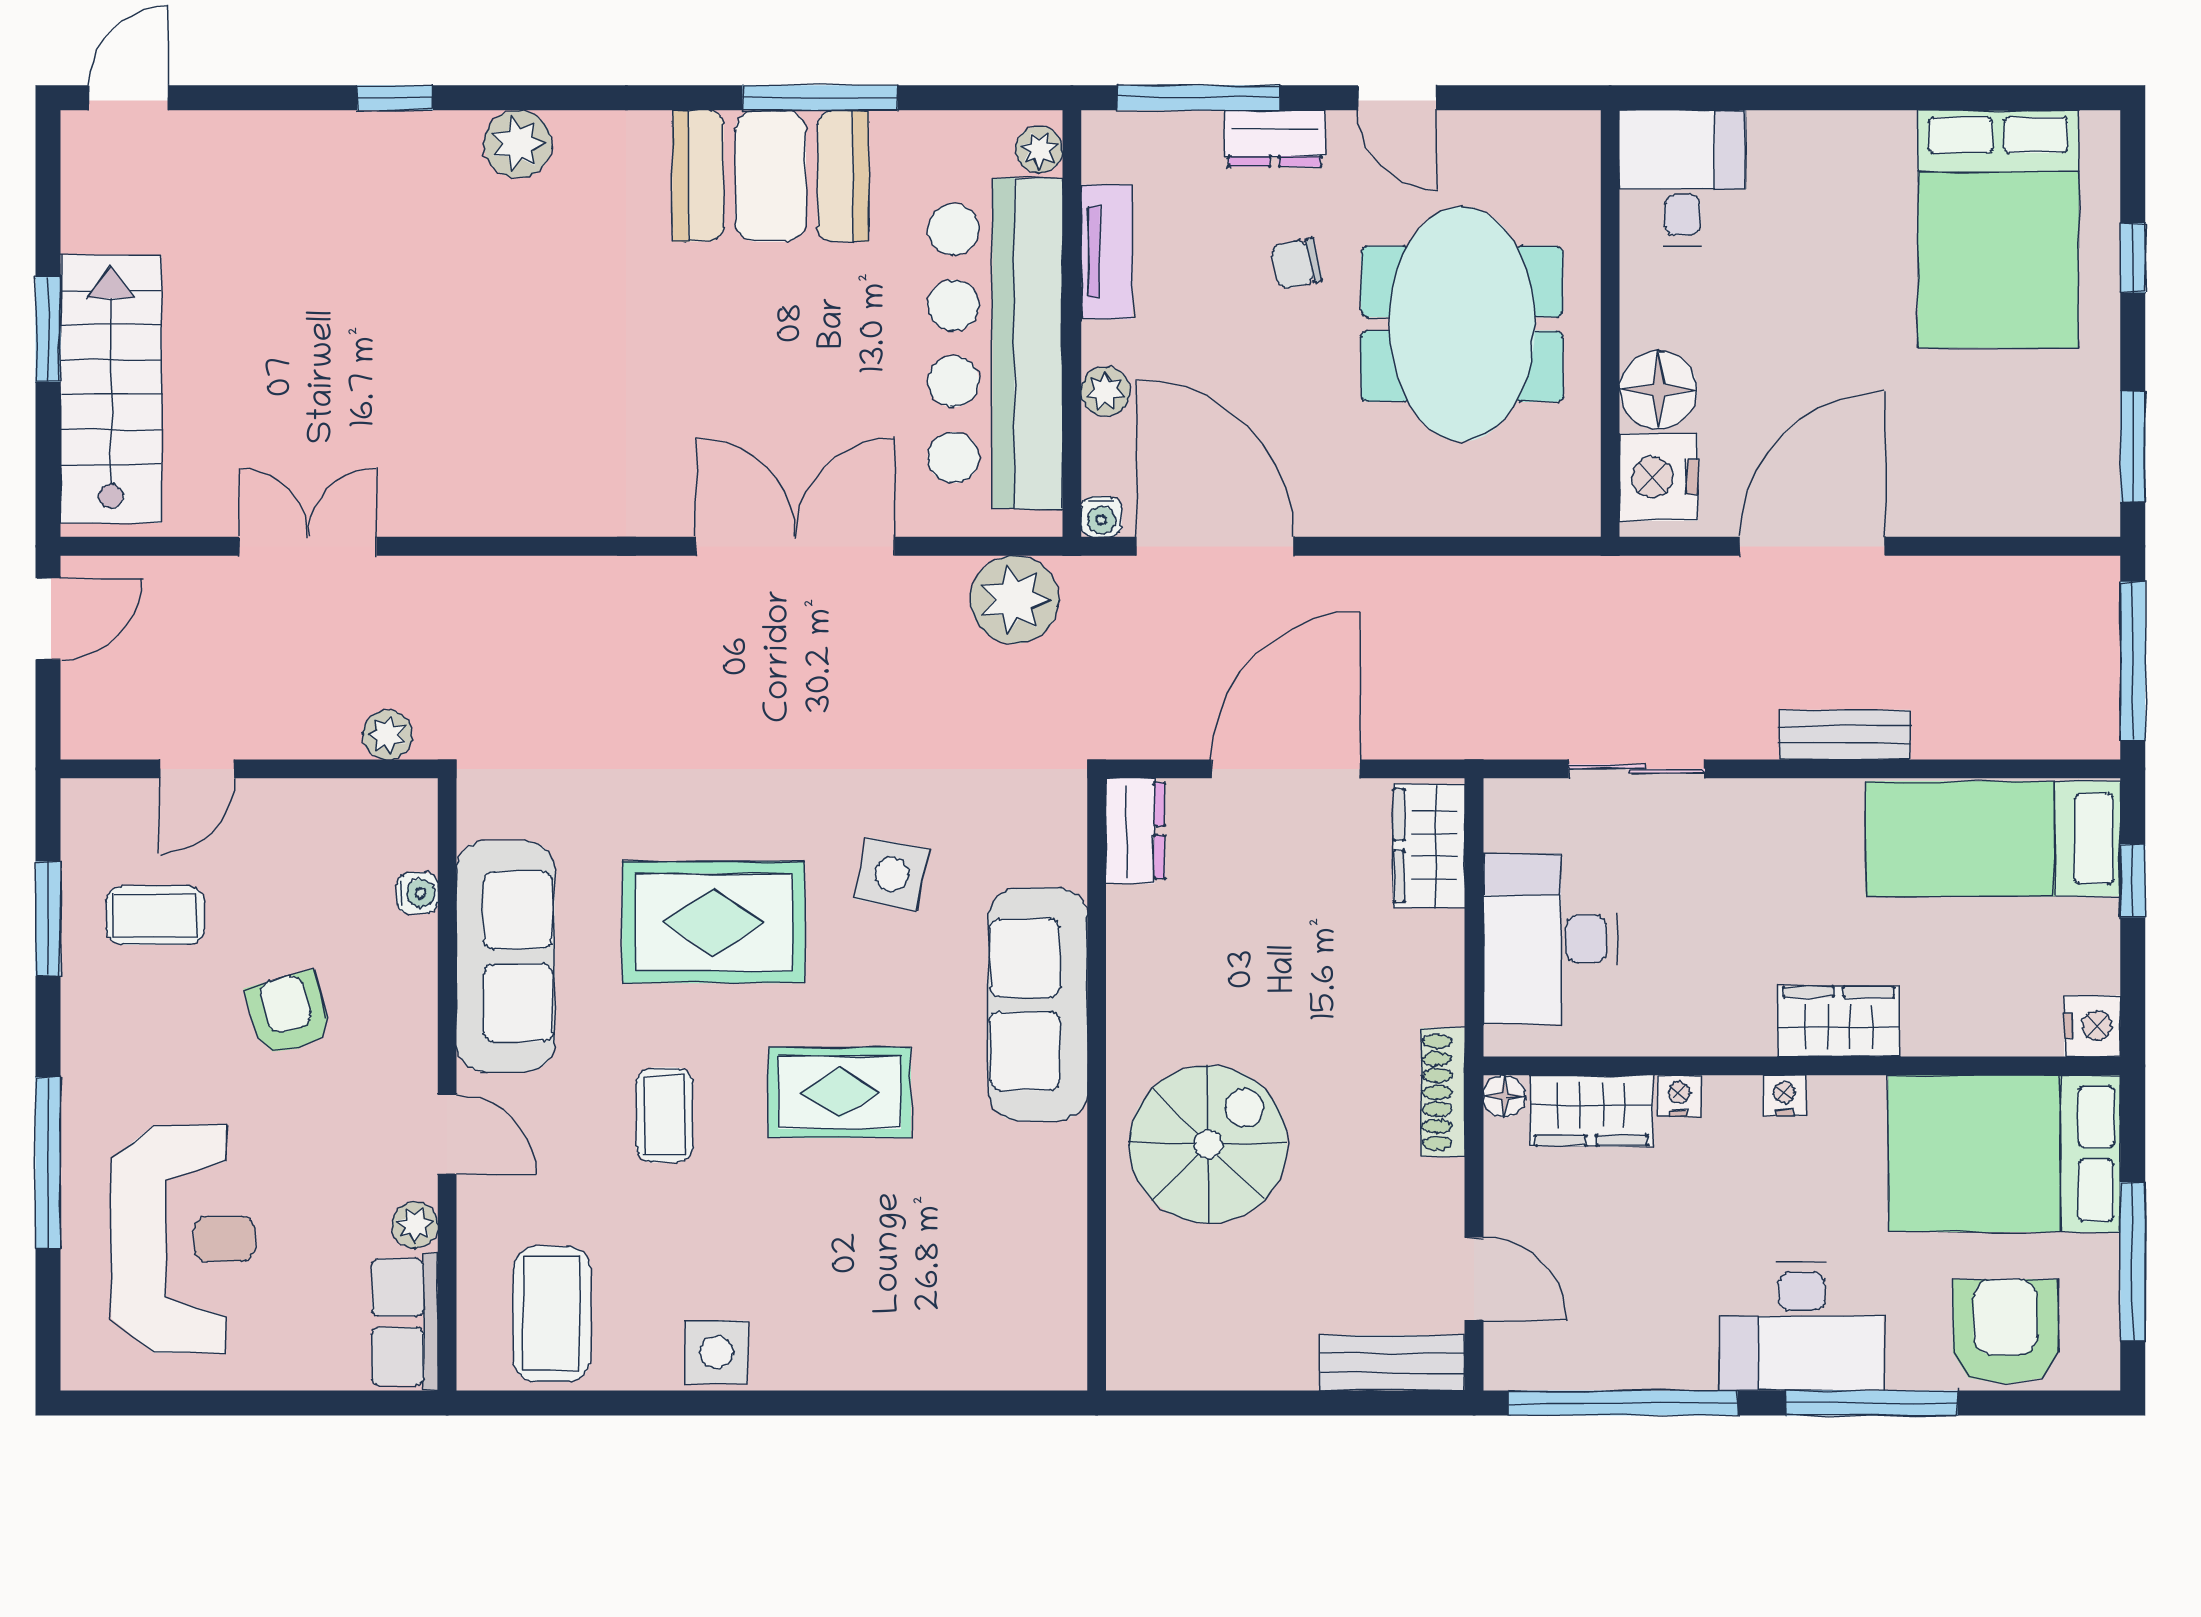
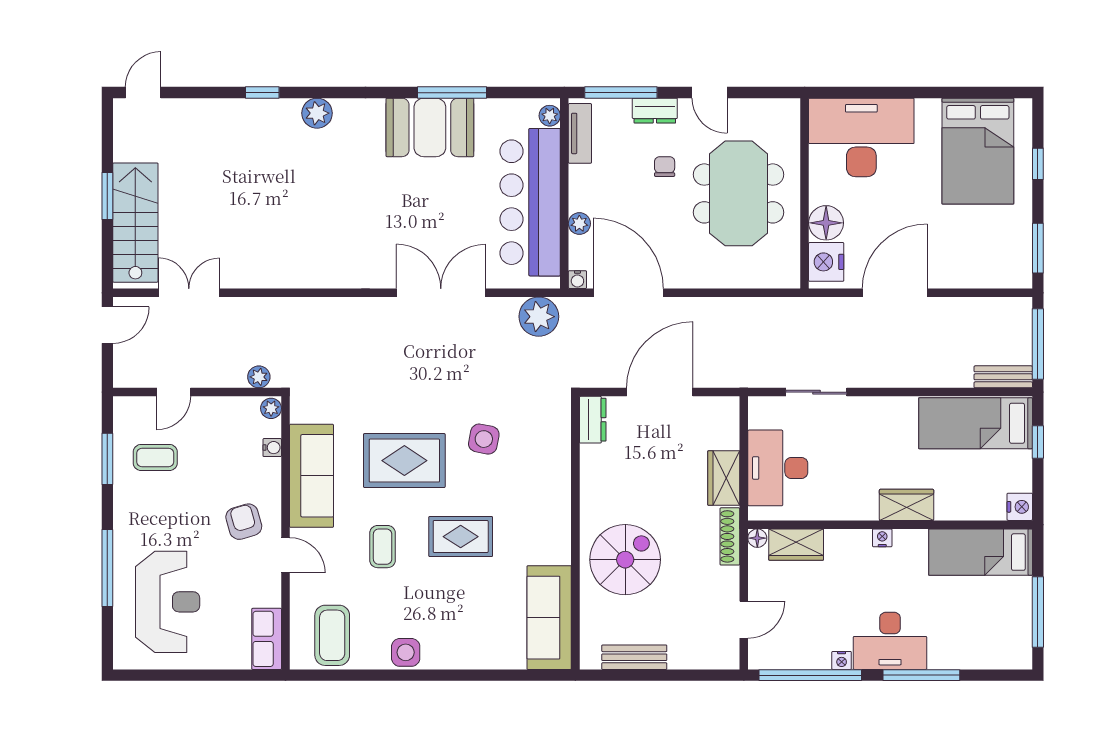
desk: (1682, 178) -> (861, 137), width x1.87, depth x1.30
tv unit: (1107, 252) -> (580, 133), moved
chair: (1297, 264) -> (665, 167), turned 102
double door: (308, 546) -> (189, 293), moved
bench: (1845, 735) -> (1003, 377), moved
wardrobe: (1429, 846) -> (724, 478), moved
sofa: (1038, 1004) -> (549, 618), moved
armchair: (288, 1014) -> (244, 522), moved
nightstand: (1679, 1096) -> (842, 660), moved, turned 180
bed: (2004, 1153) -> (981, 552), width x0.67
plant: (415, 1225) -> (271, 408), moved
door: (1474, 1279) -> (744, 620), hinge flipped
armchair: (2005, 1332) -> (981, 643), removed
bench: (1392, 1363) -> (634, 657), moved

